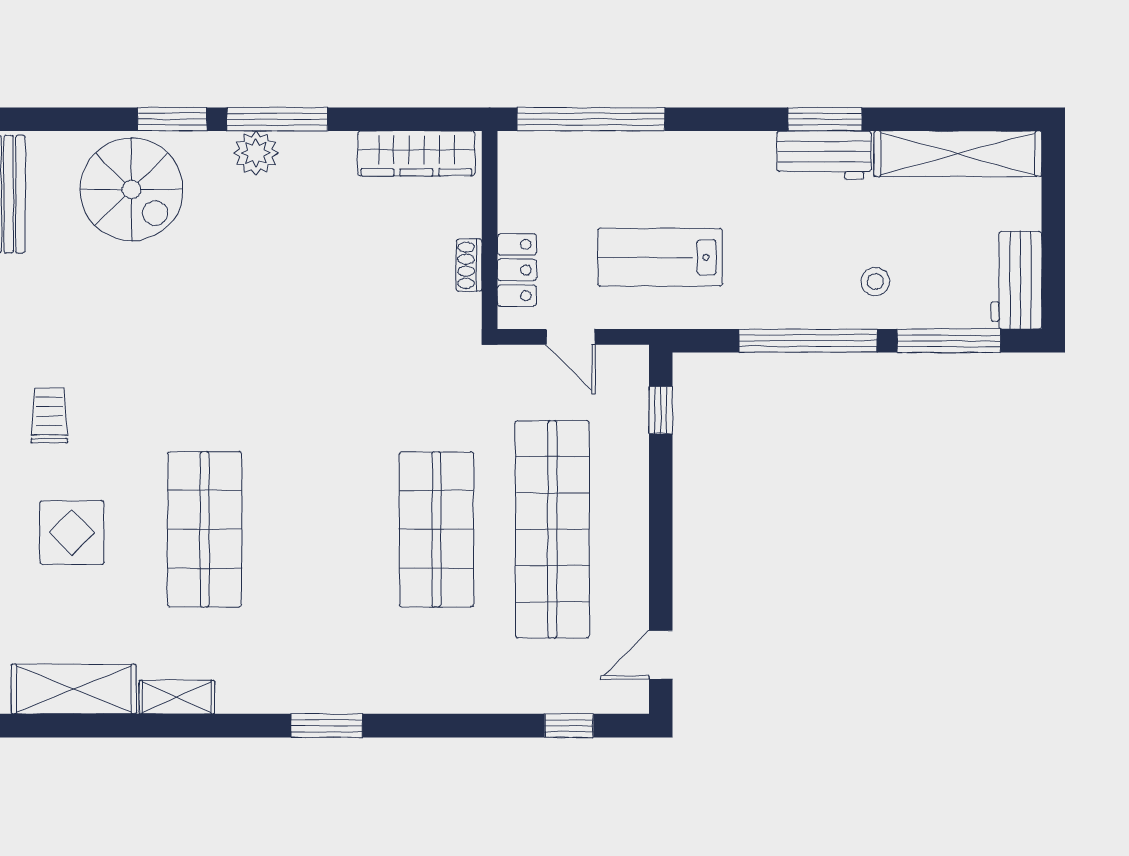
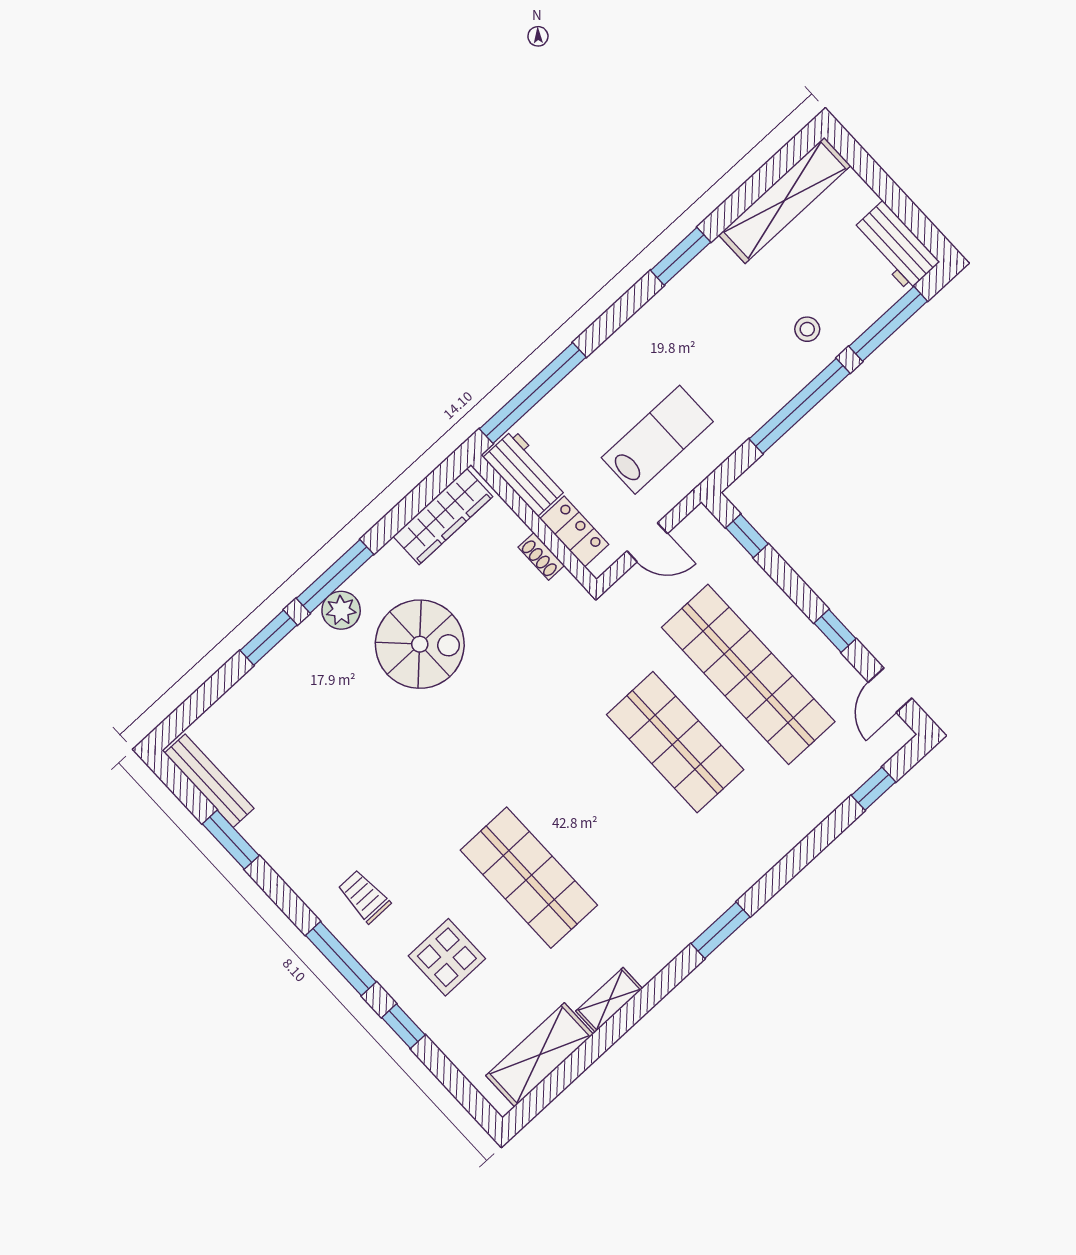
workbench: (824, 155) -> (526, 473), moved, turned -90
spiral stairs: (131, 189) -> (420, 644), moved
lab bench: (660, 257) -> (657, 440), turned 180
window: (661, 561) -> (835, 631), added

